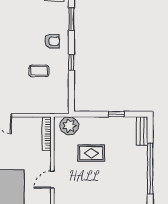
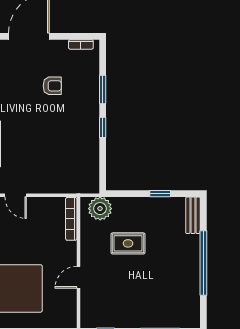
window: (71, 19) -> (103, 90), moved
armchair: (52, 41) -> (52, 86), moved
coffee table: (39, 71) -> (61, 138), removed

